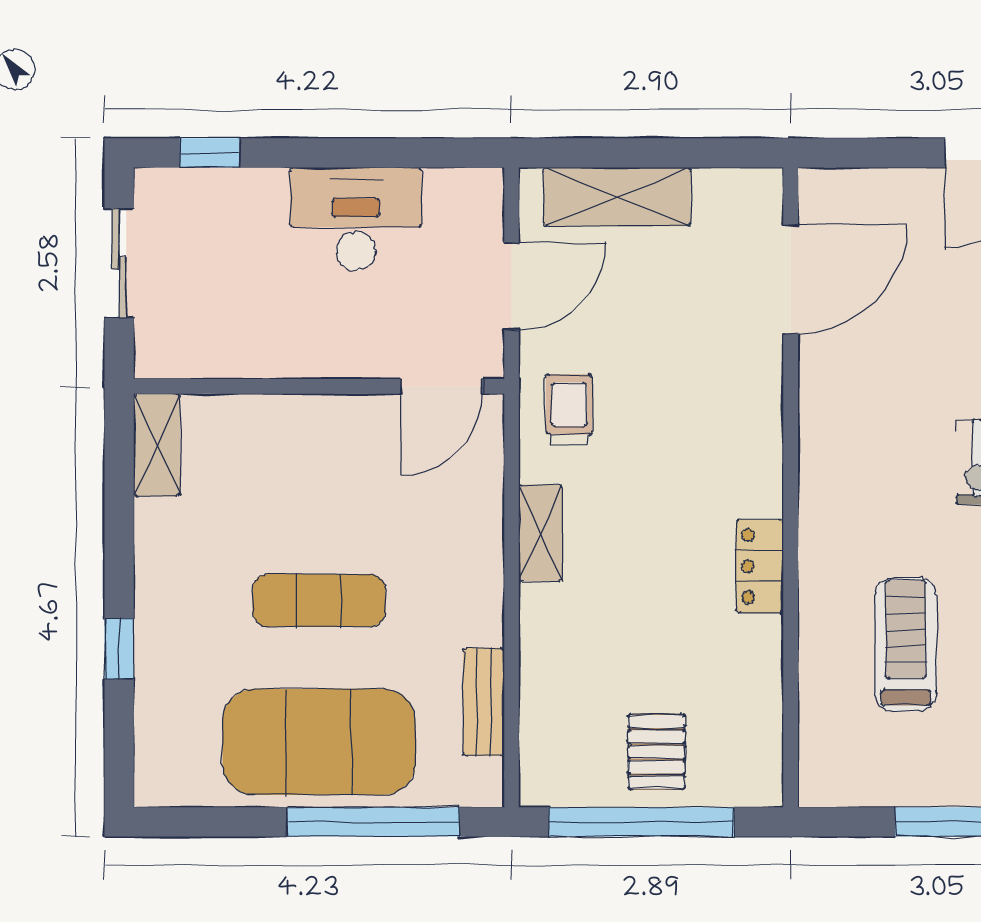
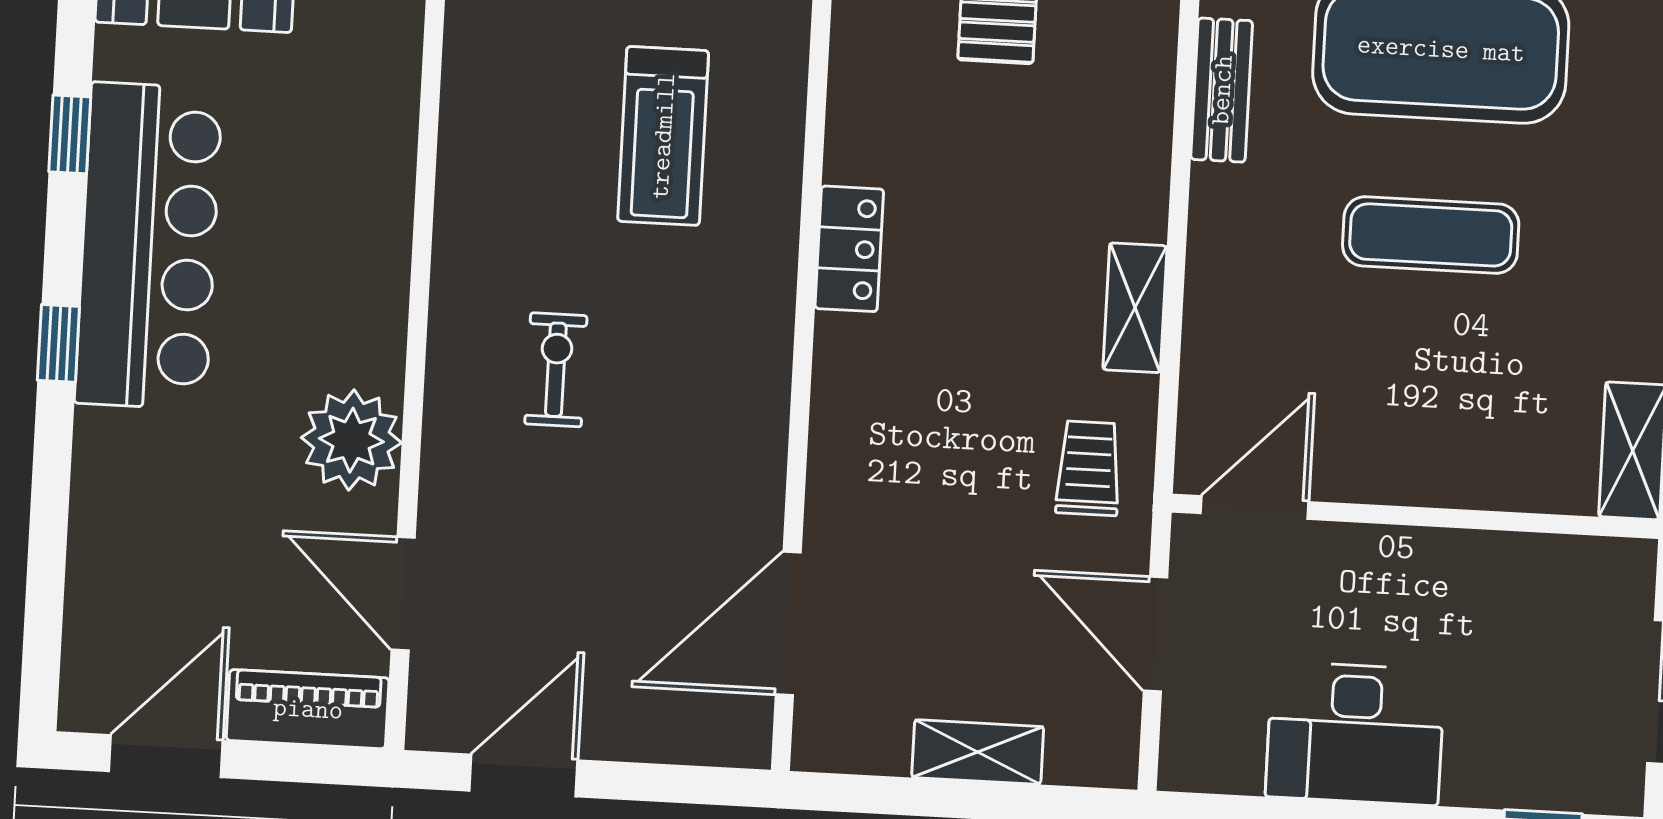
shelving: (617, 197) -> (978, 752), width x0.67, depth x0.75
door: (511, 286) -> (1155, 634), hinge flipped
trolley: (569, 409) -> (1088, 468), turned 180

